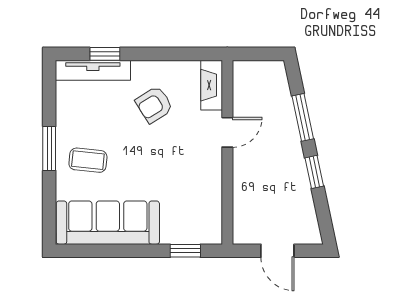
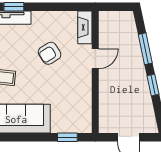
armchair: (154, 105) -> (50, 53), moved

